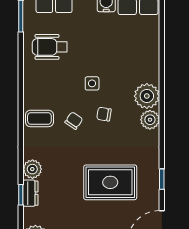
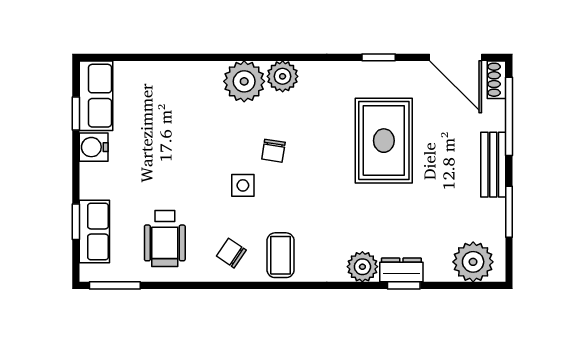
side table: (92, 83) -> (243, 185), moved
chair: (74, 121) -> (231, 253), moved

